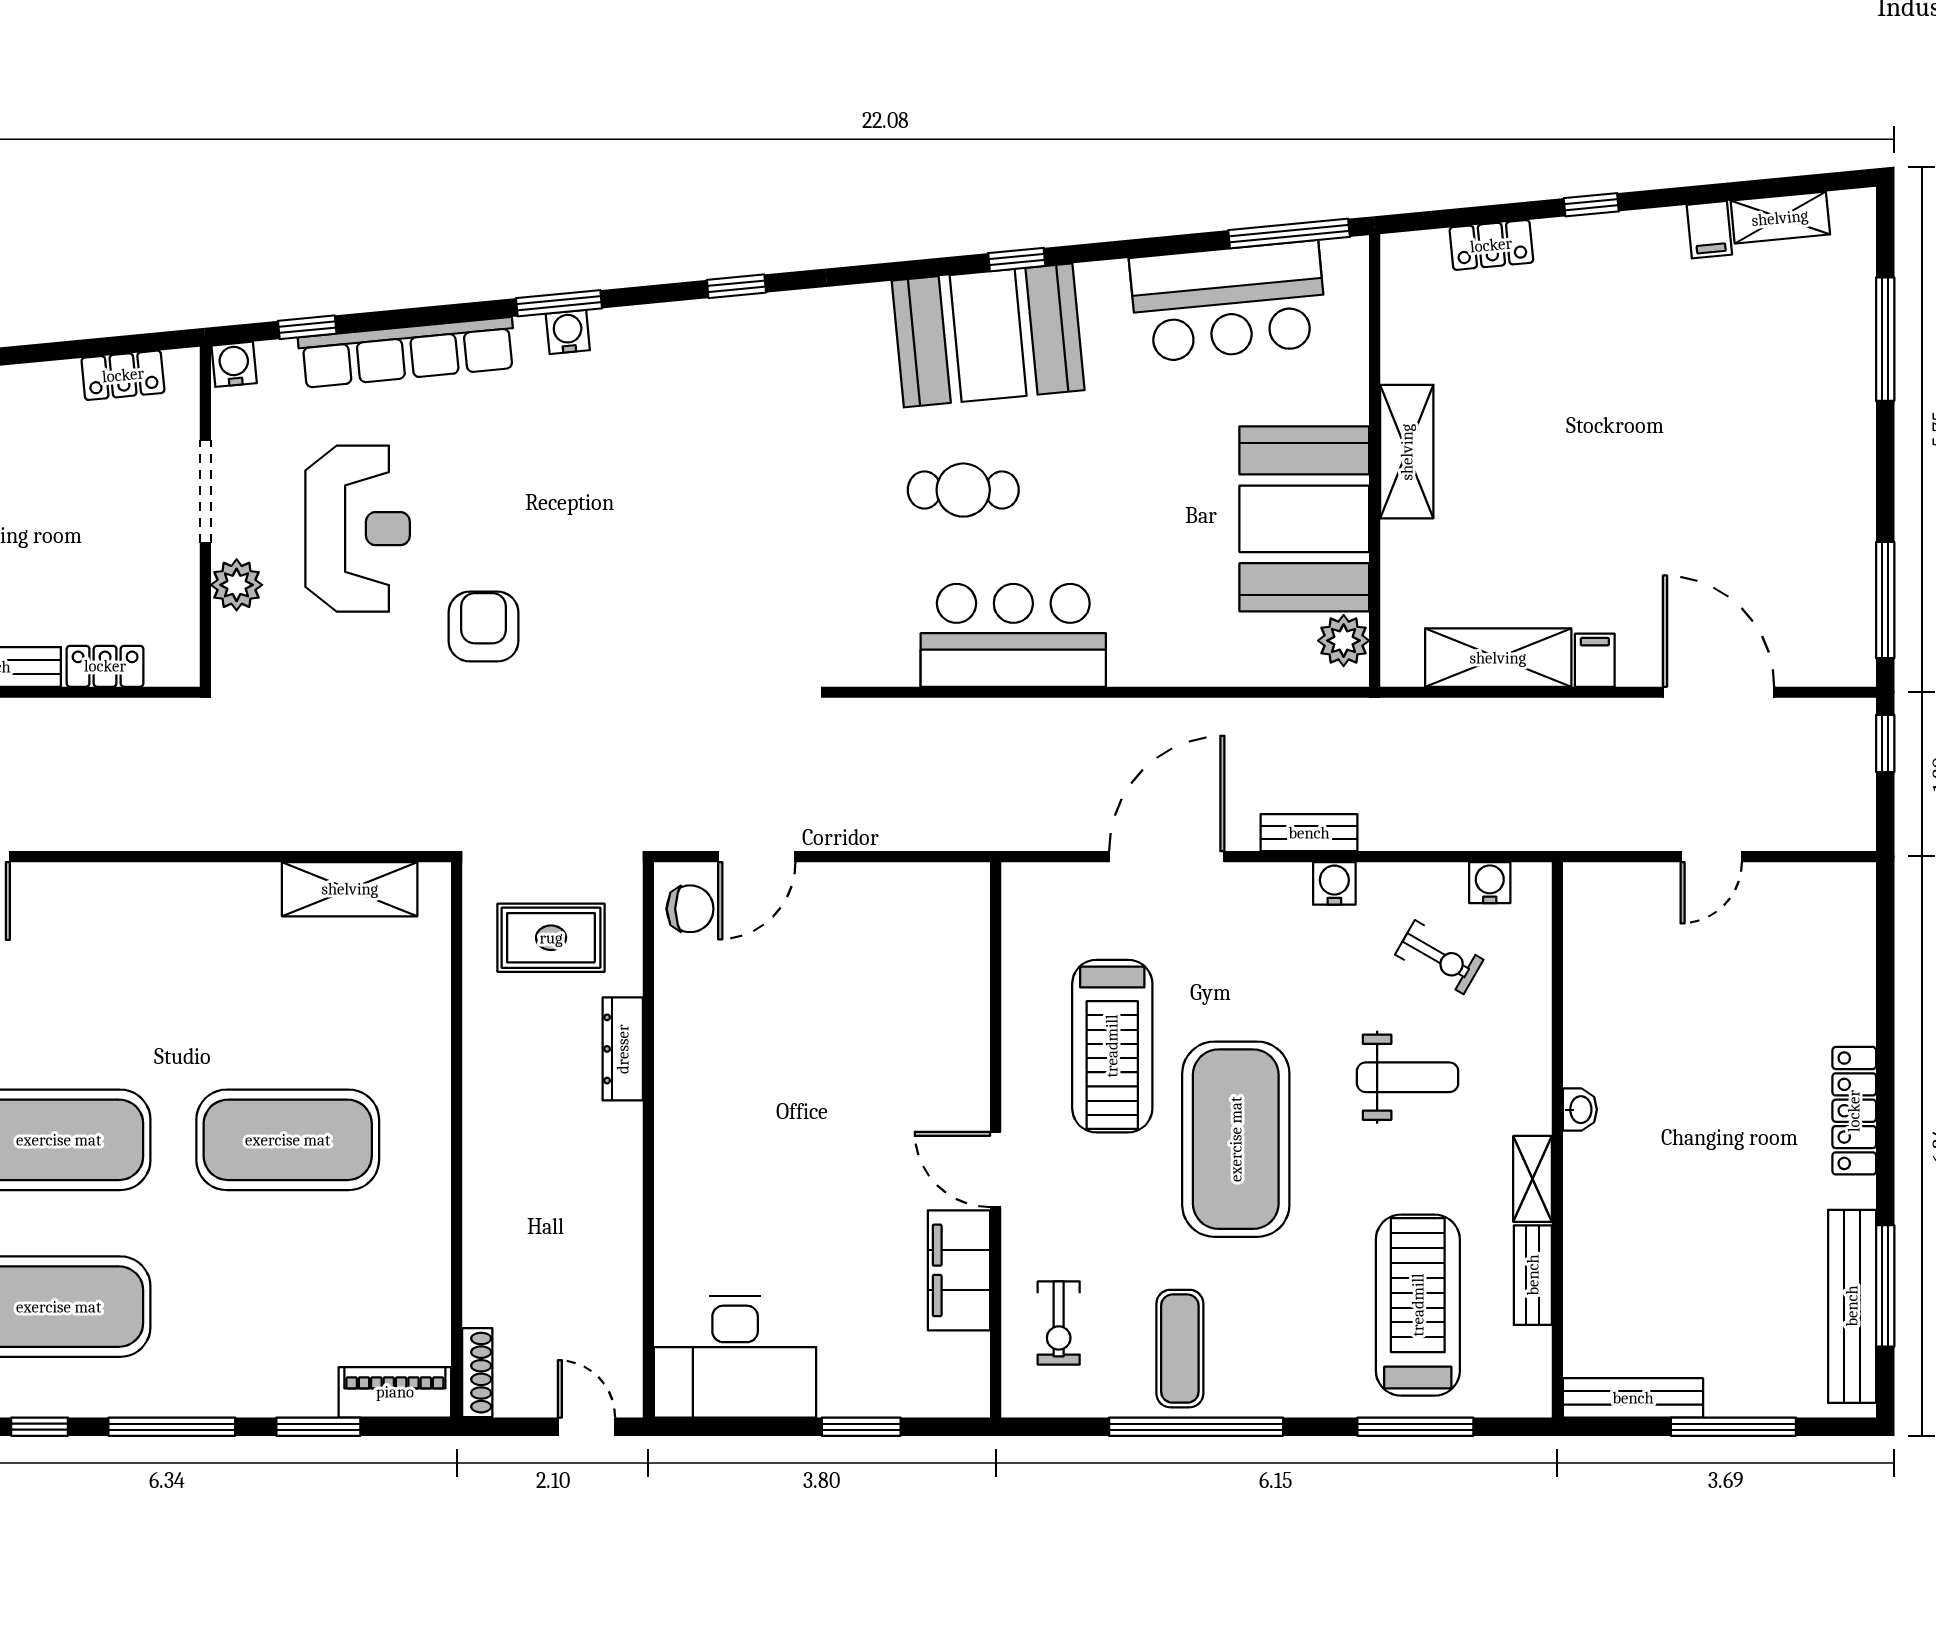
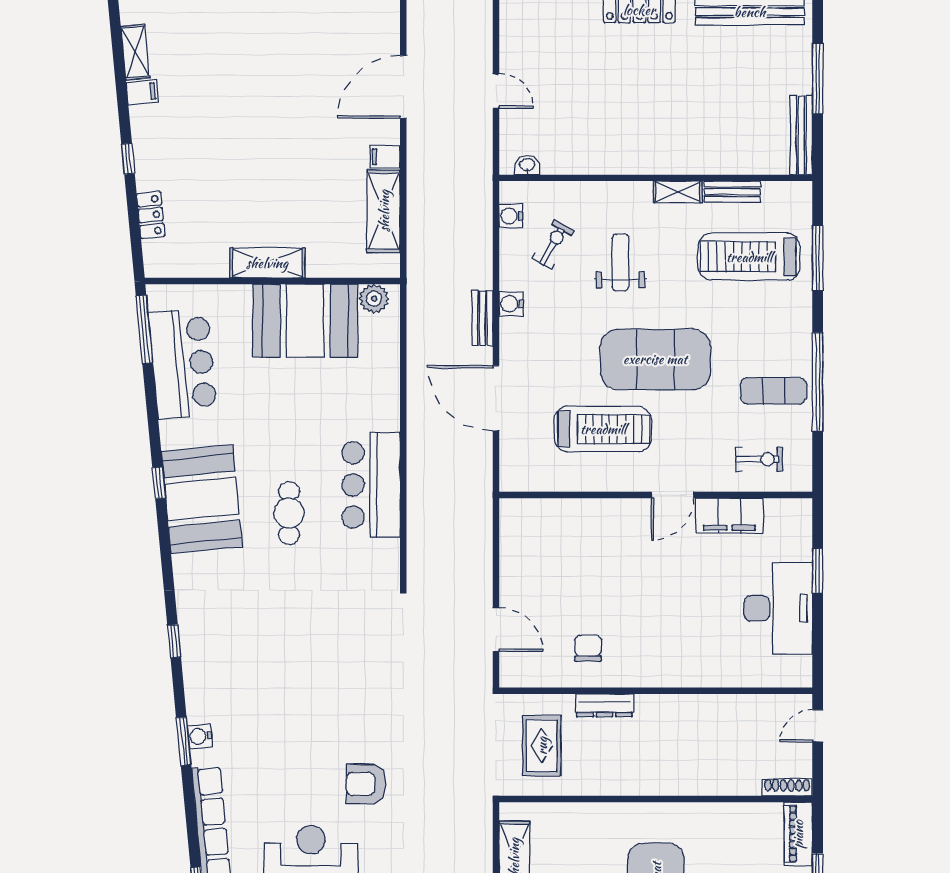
chair: (690, 909) -> (588, 648), moved
washbasin: (1580, 1110) -> (527, 165), moved
desk: (735, 1357) -> (778, 608), moved

